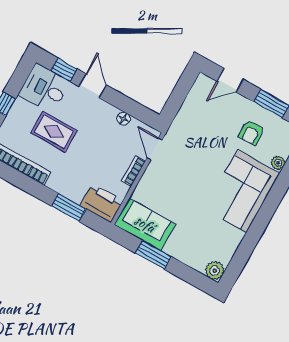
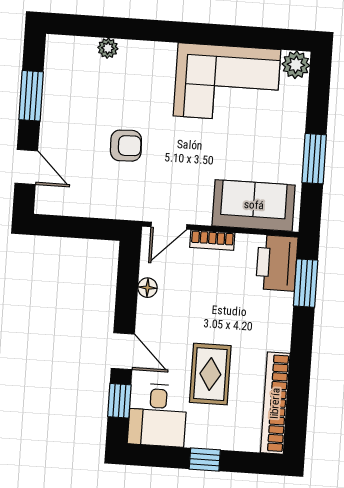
door: (93, 86) -> (123, 351), swing flipped
armchair: (251, 133) -> (126, 146), moved
corner sofa: (242, 191) -> (227, 83), moved
window: (69, 207) -> (306, 283), moved
sofa: (145, 224) -> (254, 205), moved, turned 90

